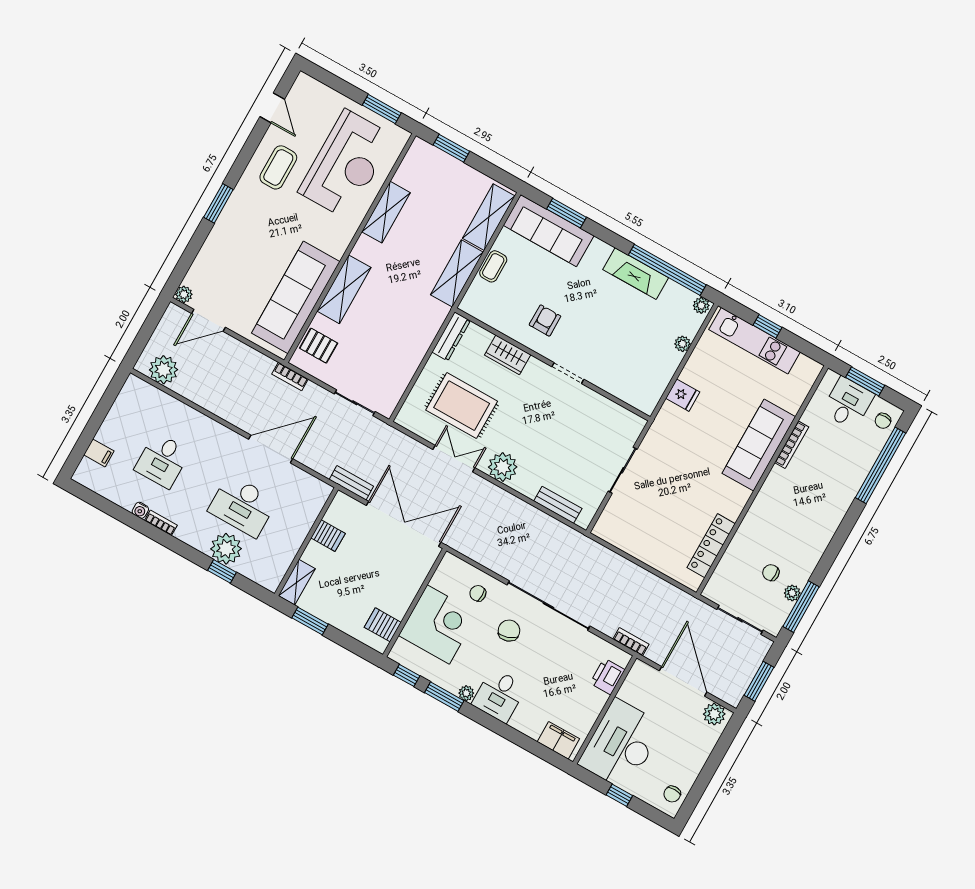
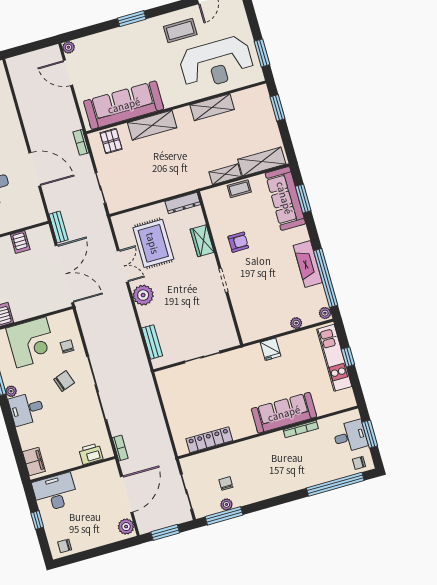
shelving: (457, 273) -> (225, 174), width x0.67, depth x0.75
plant: (164, 370) -> (20, 75), removed
desk: (621, 745) -> (55, 492), width x0.73, depth x0.77

